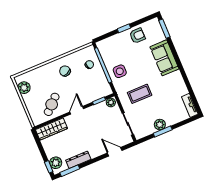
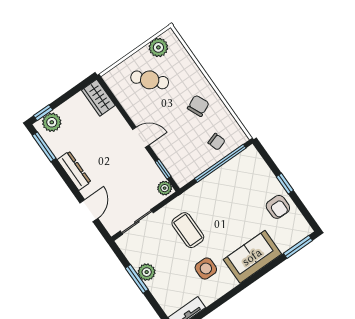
side table: (120, 71) -> (206, 268), moved
cafe table: (52, 104) -> (150, 80), moved
wardrobe: (51, 129) -> (98, 98), width x0.67
dresser: (78, 160) -> (74, 171), moved

